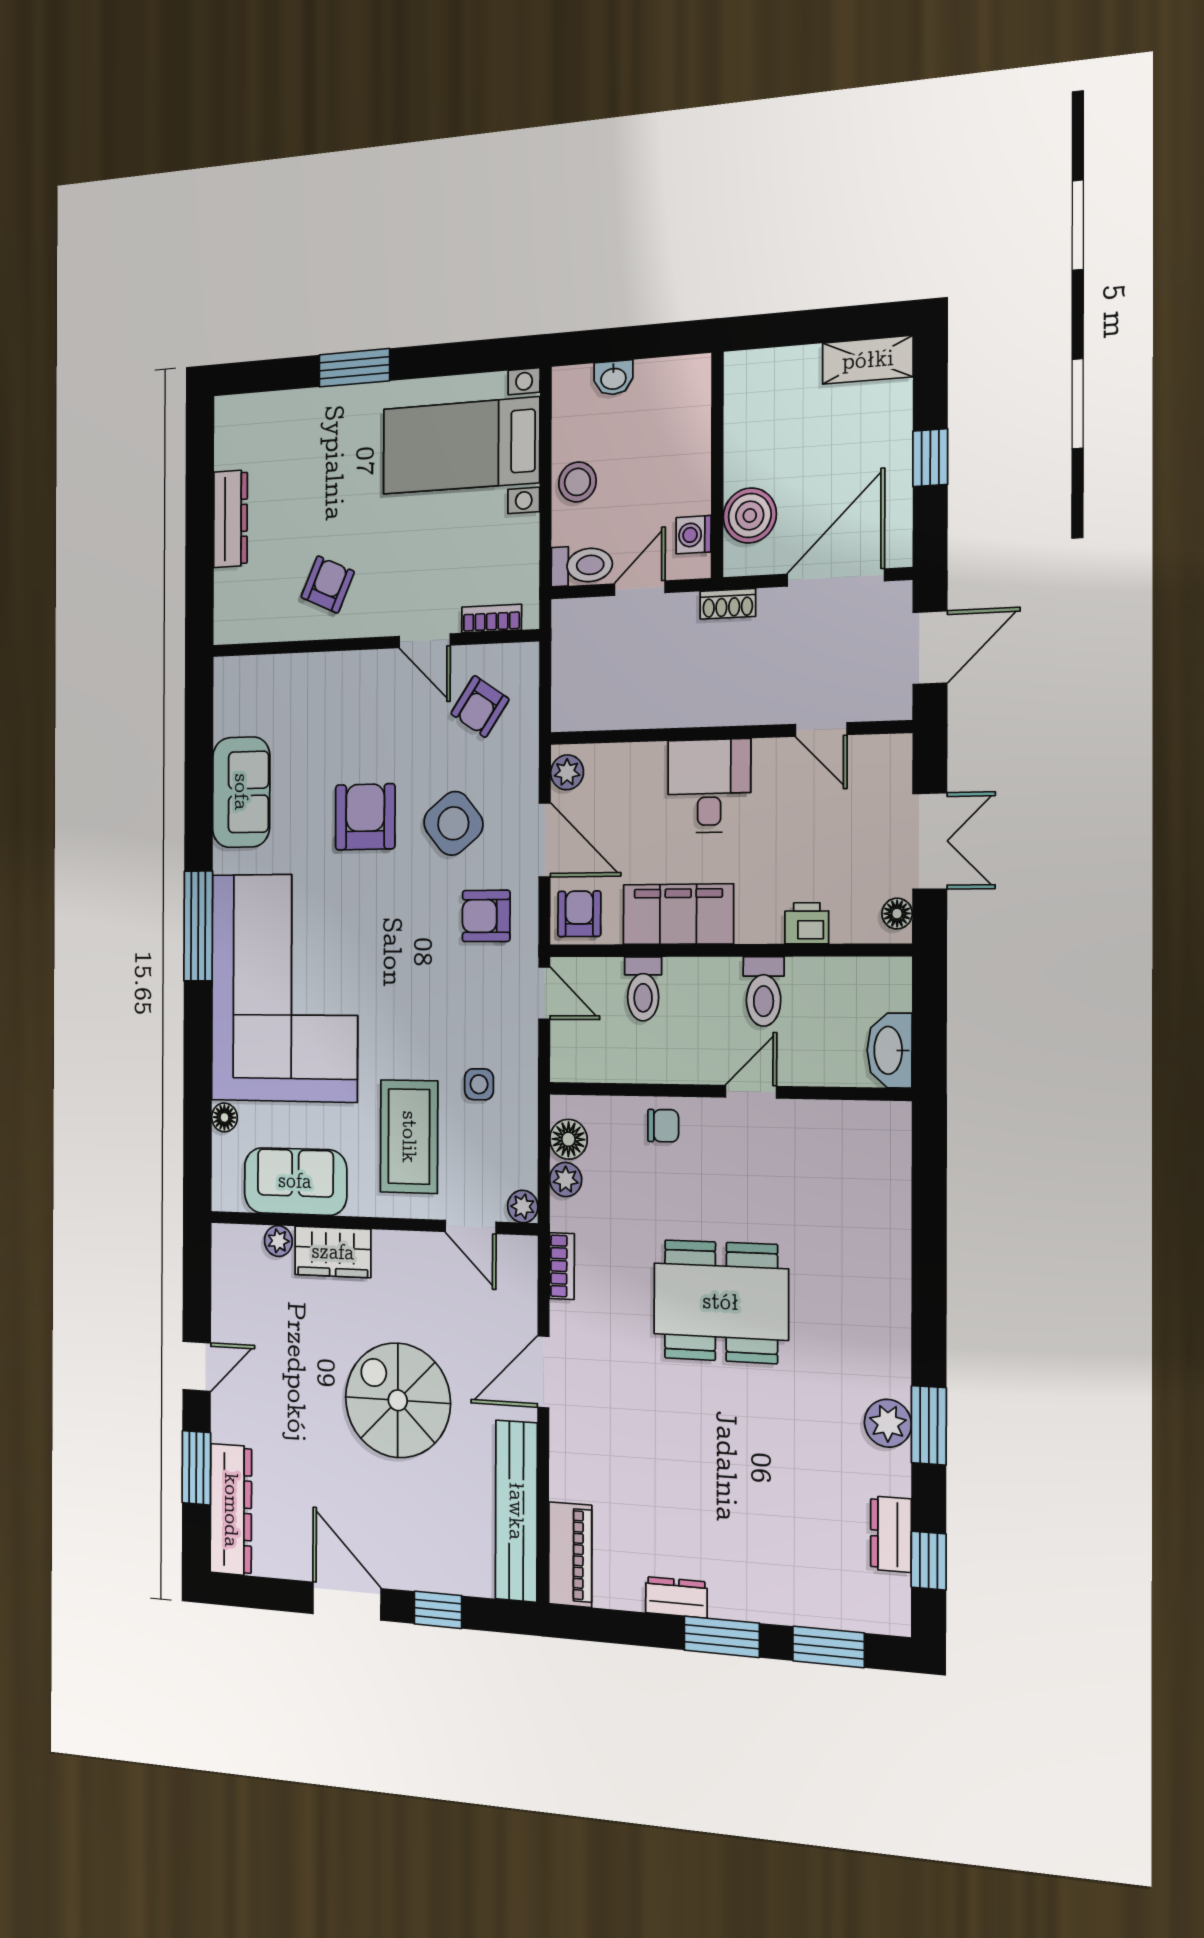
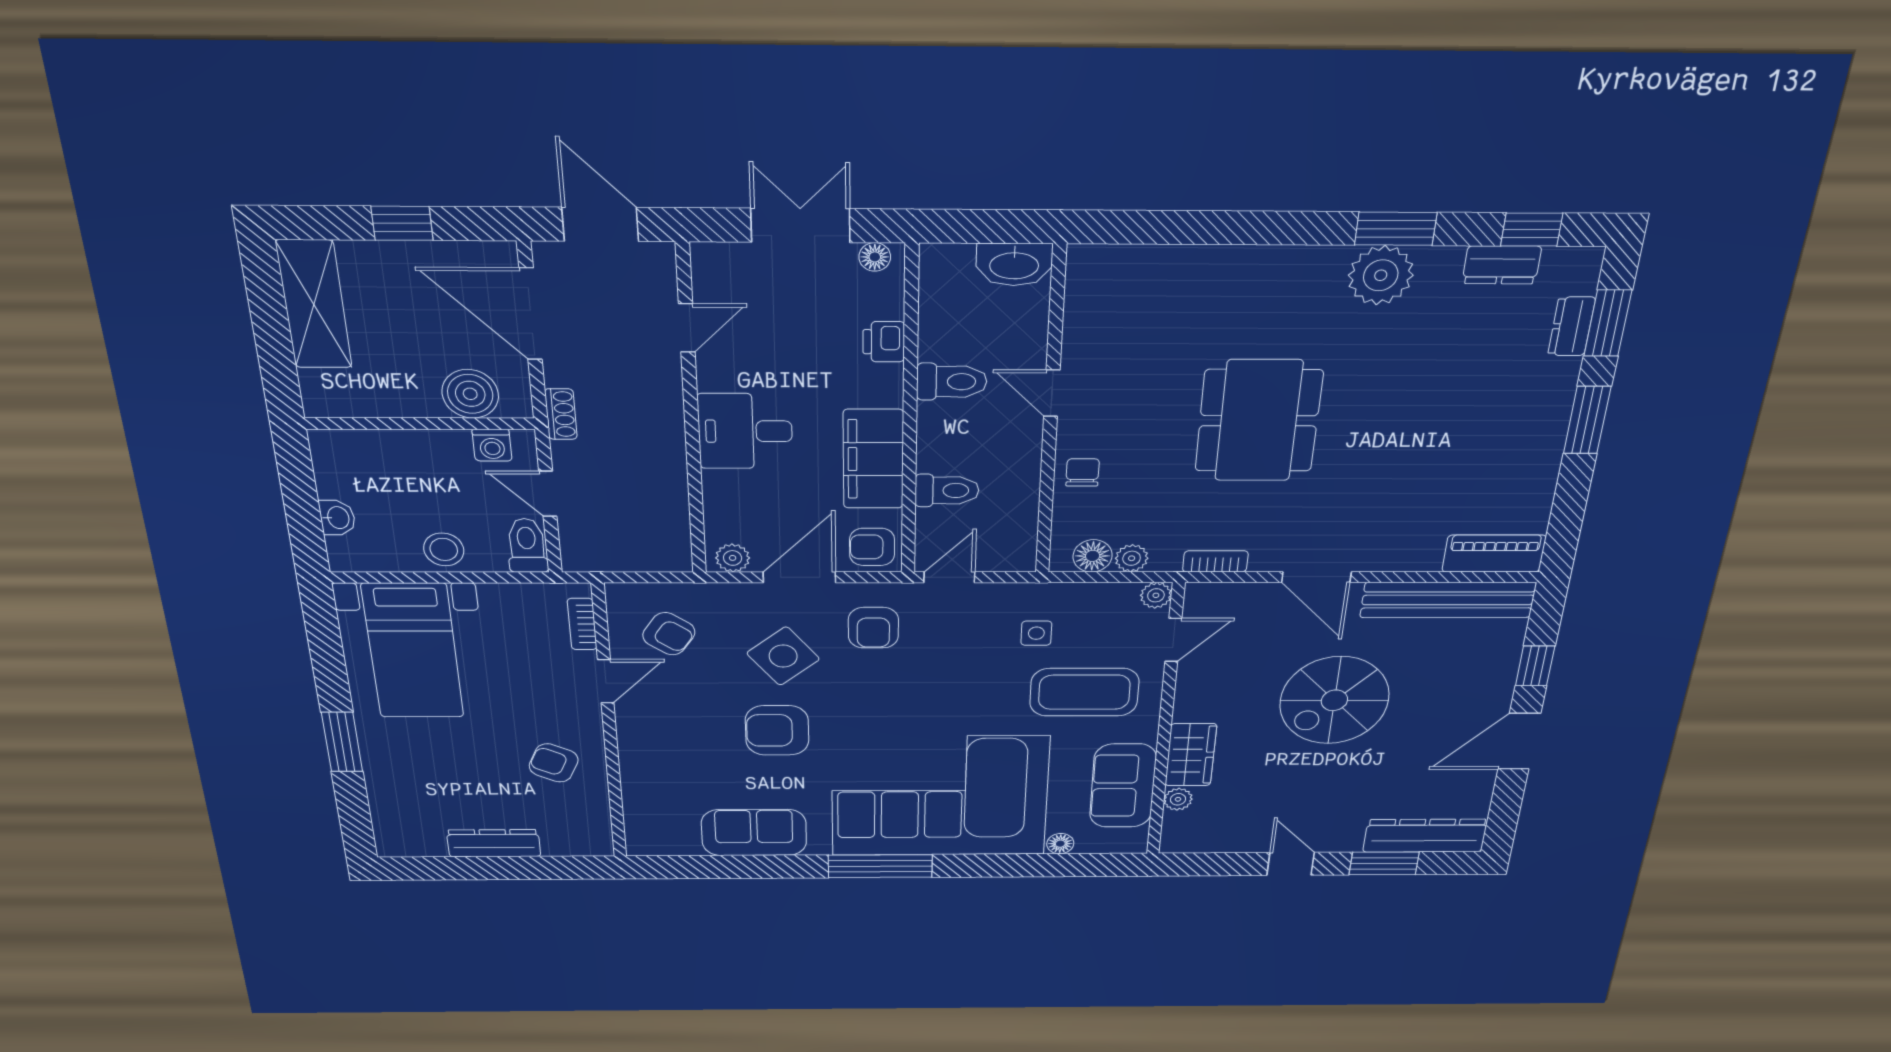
shelving: (868, 360) -> (314, 305), width x1.50, depth x1.33
plant: (888, 1423) -> (1381, 275), width x1.36, depth x1.36
dresser: (676, 1597) -> (1572, 326), moved

